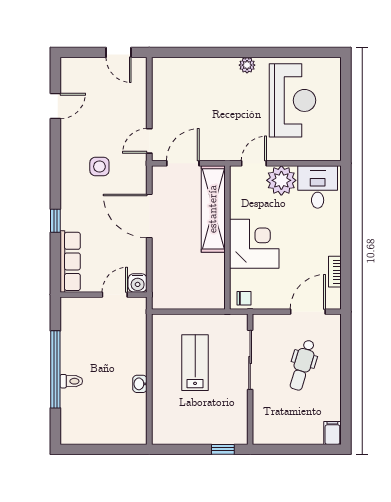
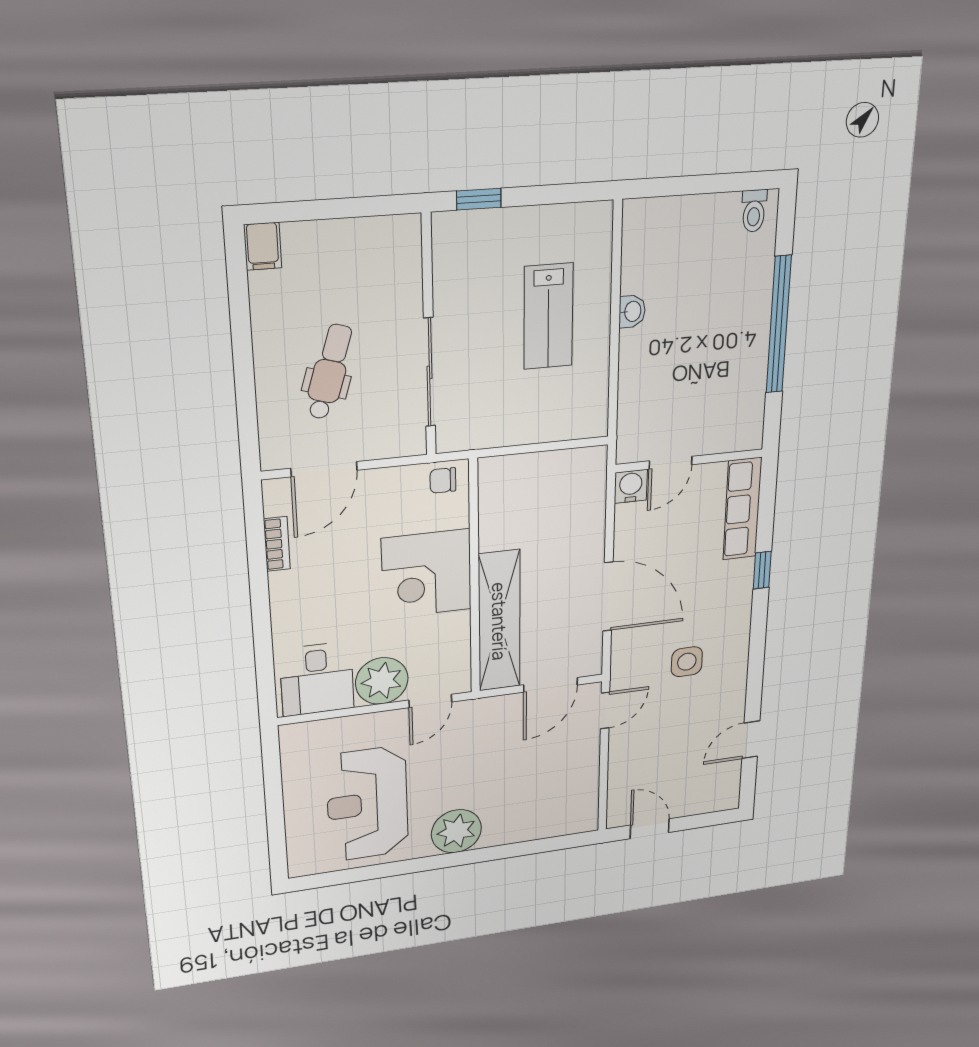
plant: (247, 65) -> (456, 831), width x1.87, depth x1.87
lab bench: (195, 363) -> (548, 316), moved
toilet: (71, 381) -> (754, 211), moved, turned -90

